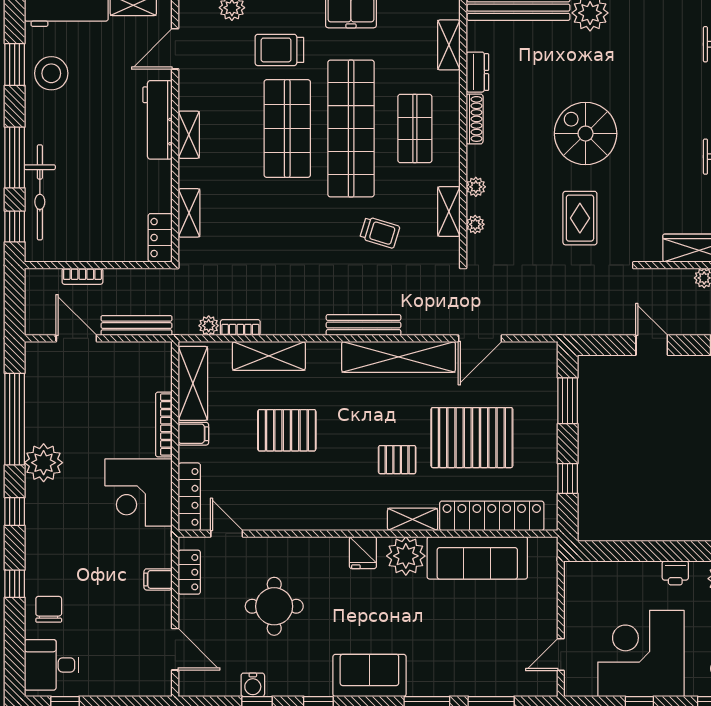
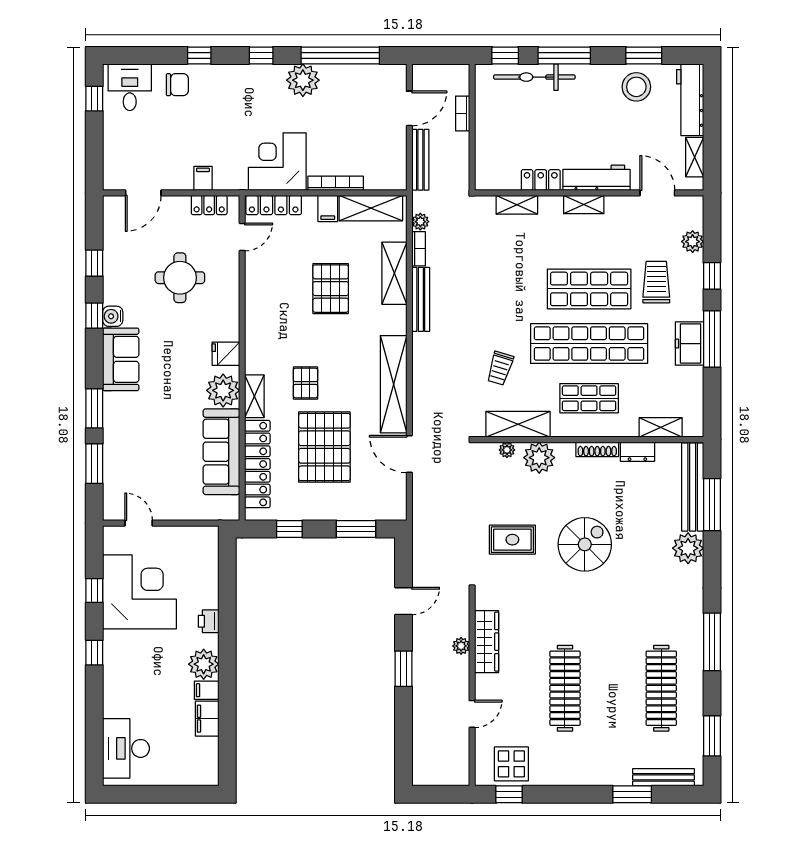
plant: (476, 187) -> (539, 458), width x1.88, depth x1.88
shelving: (449, 212) -> (518, 424), width x1.50, depth x1.33
locker: (160, 238) -> (541, 180), moved
bench: (364, 325) -> (421, 299), moved
water cooler: (253, 685) -> (113, 316), moved

